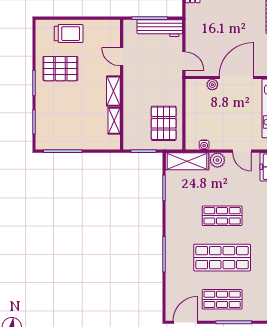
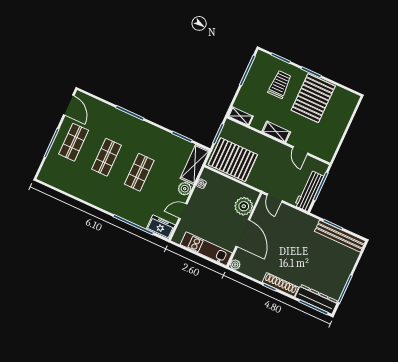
trolley: (69, 34) -> (280, 84), moved, turned 180
door: (122, 57) -> (300, 151), swing flipped
door: (184, 61) -> (275, 198), hinge flipped
pallet: (60, 69) -> (313, 98), width x1.37, depth x1.41
plant: (212, 85) -> (244, 206), width x1.88, depth x1.88
shelving: (114, 121) -> (241, 116), moved
pallet: (164, 123) -> (233, 160), width x1.37, depth x1.41
shop shelf: (222, 258) -> (106, 157), width x0.70, depth x0.74

